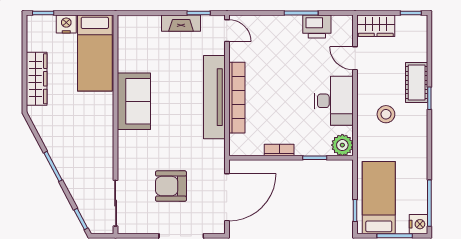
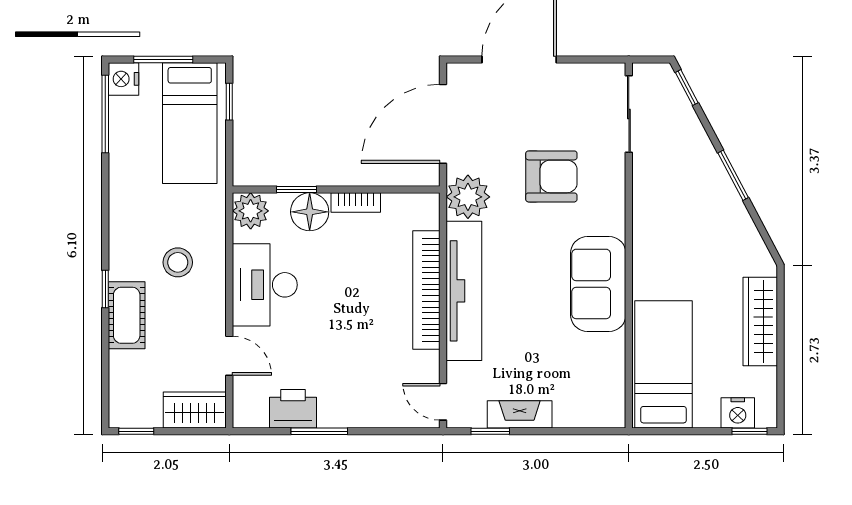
nightstand: (66, 24) -> (738, 413), moved
floor lamp: (307, 145) -> (310, 212), added
plant: (212, 154) -> (468, 197), added
armchair: (171, 186) -> (551, 176), moved

